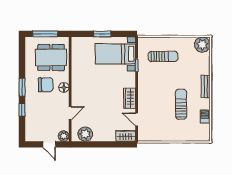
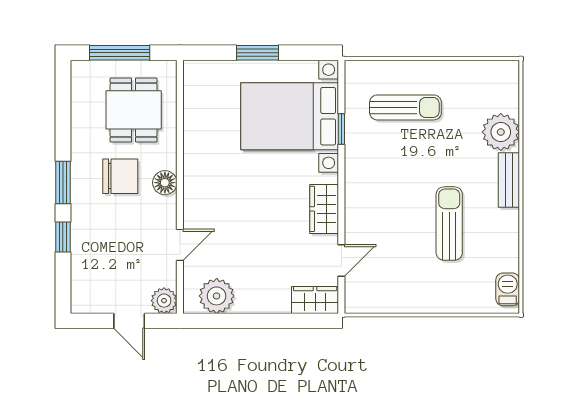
plant: (202, 45) -> (501, 132), moved
bed with nightstands: (115, 54) -> (290, 116), width x1.36
dining table: (51, 57) -> (134, 110), width x0.73
barbecue: (205, 117) -> (508, 289), moved
door: (137, 119) -> (341, 260), swing flipped

